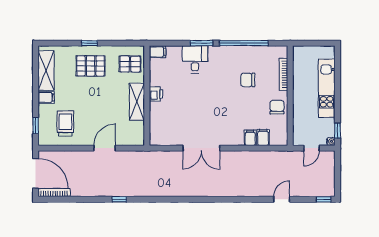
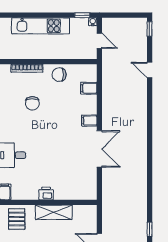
filing cabinet: (250, 138) -> (89, 121), moved

